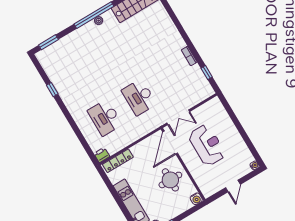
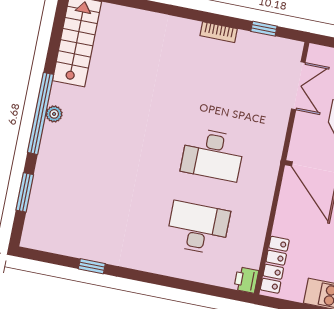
window: (48, 42) -> (25, 192), moved
double door: (178, 117) -> (298, 86), moved
desk: (105, 118) -> (198, 228), turned 180

